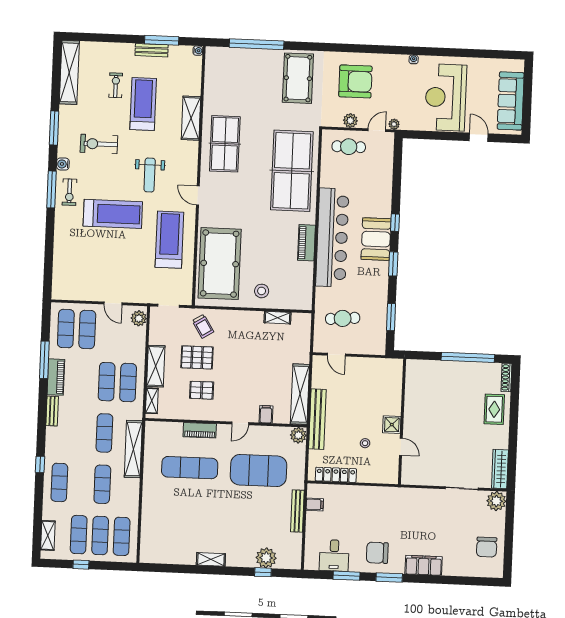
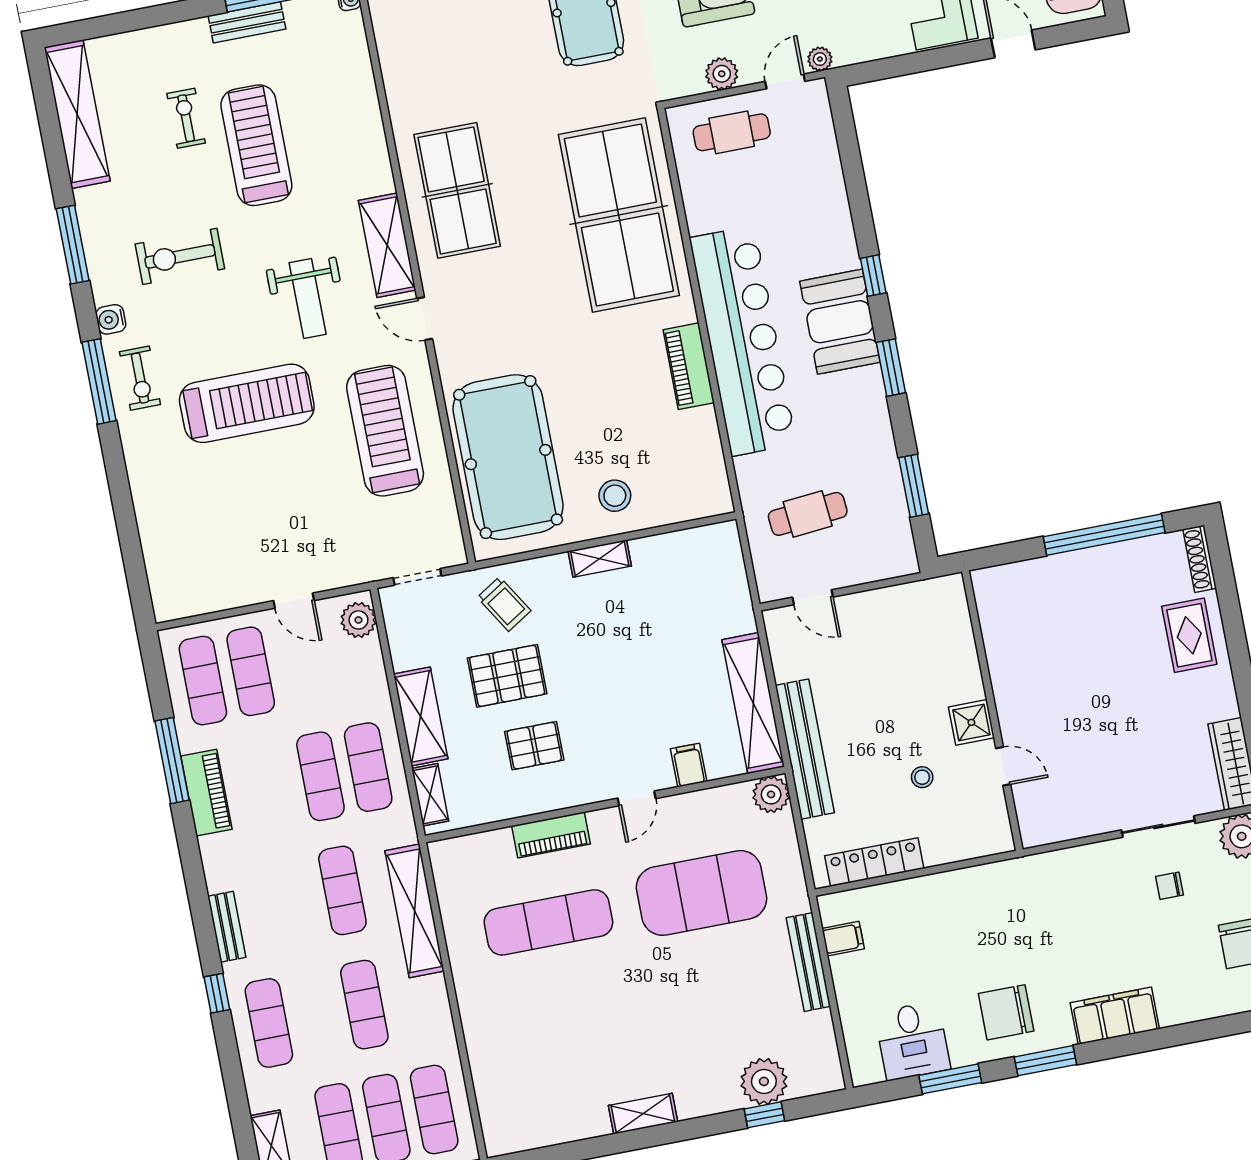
shelving: (191, 118) -> (387, 245), moved
shelving: (278, 318) -> (600, 559), moved
bench: (52, 411) -> (227, 927), moved
chair: (460, 515) -> (1170, 886), added

